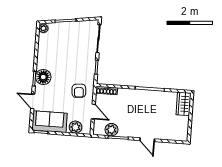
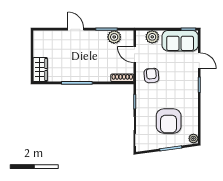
armchair: (66, 47) -> (169, 121), added
floor lamp: (43, 77) -> (190, 87), removed

